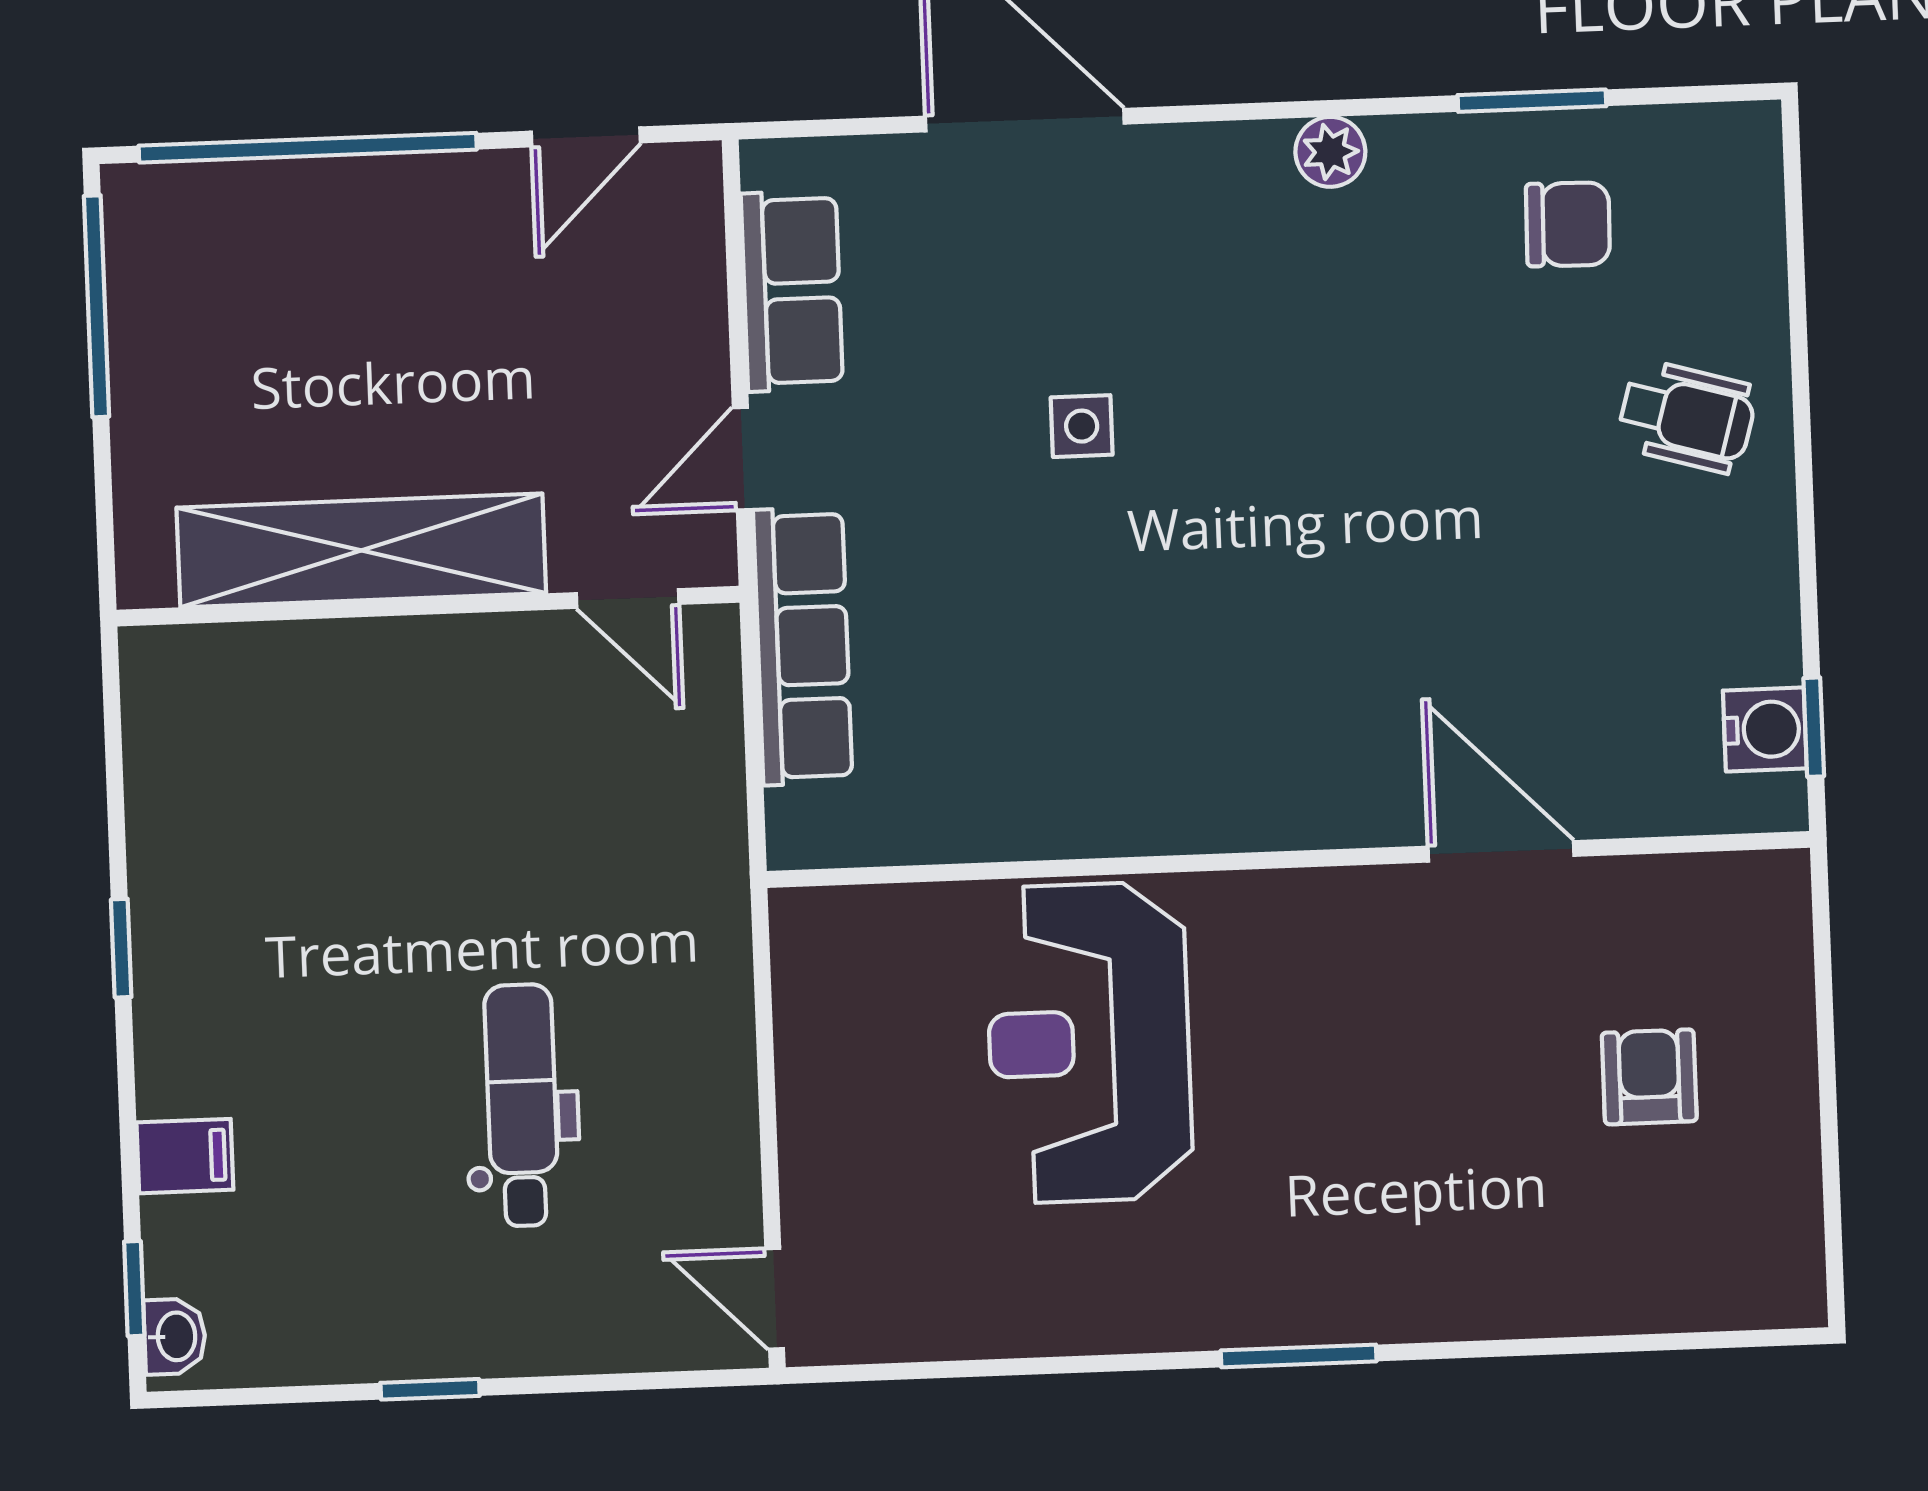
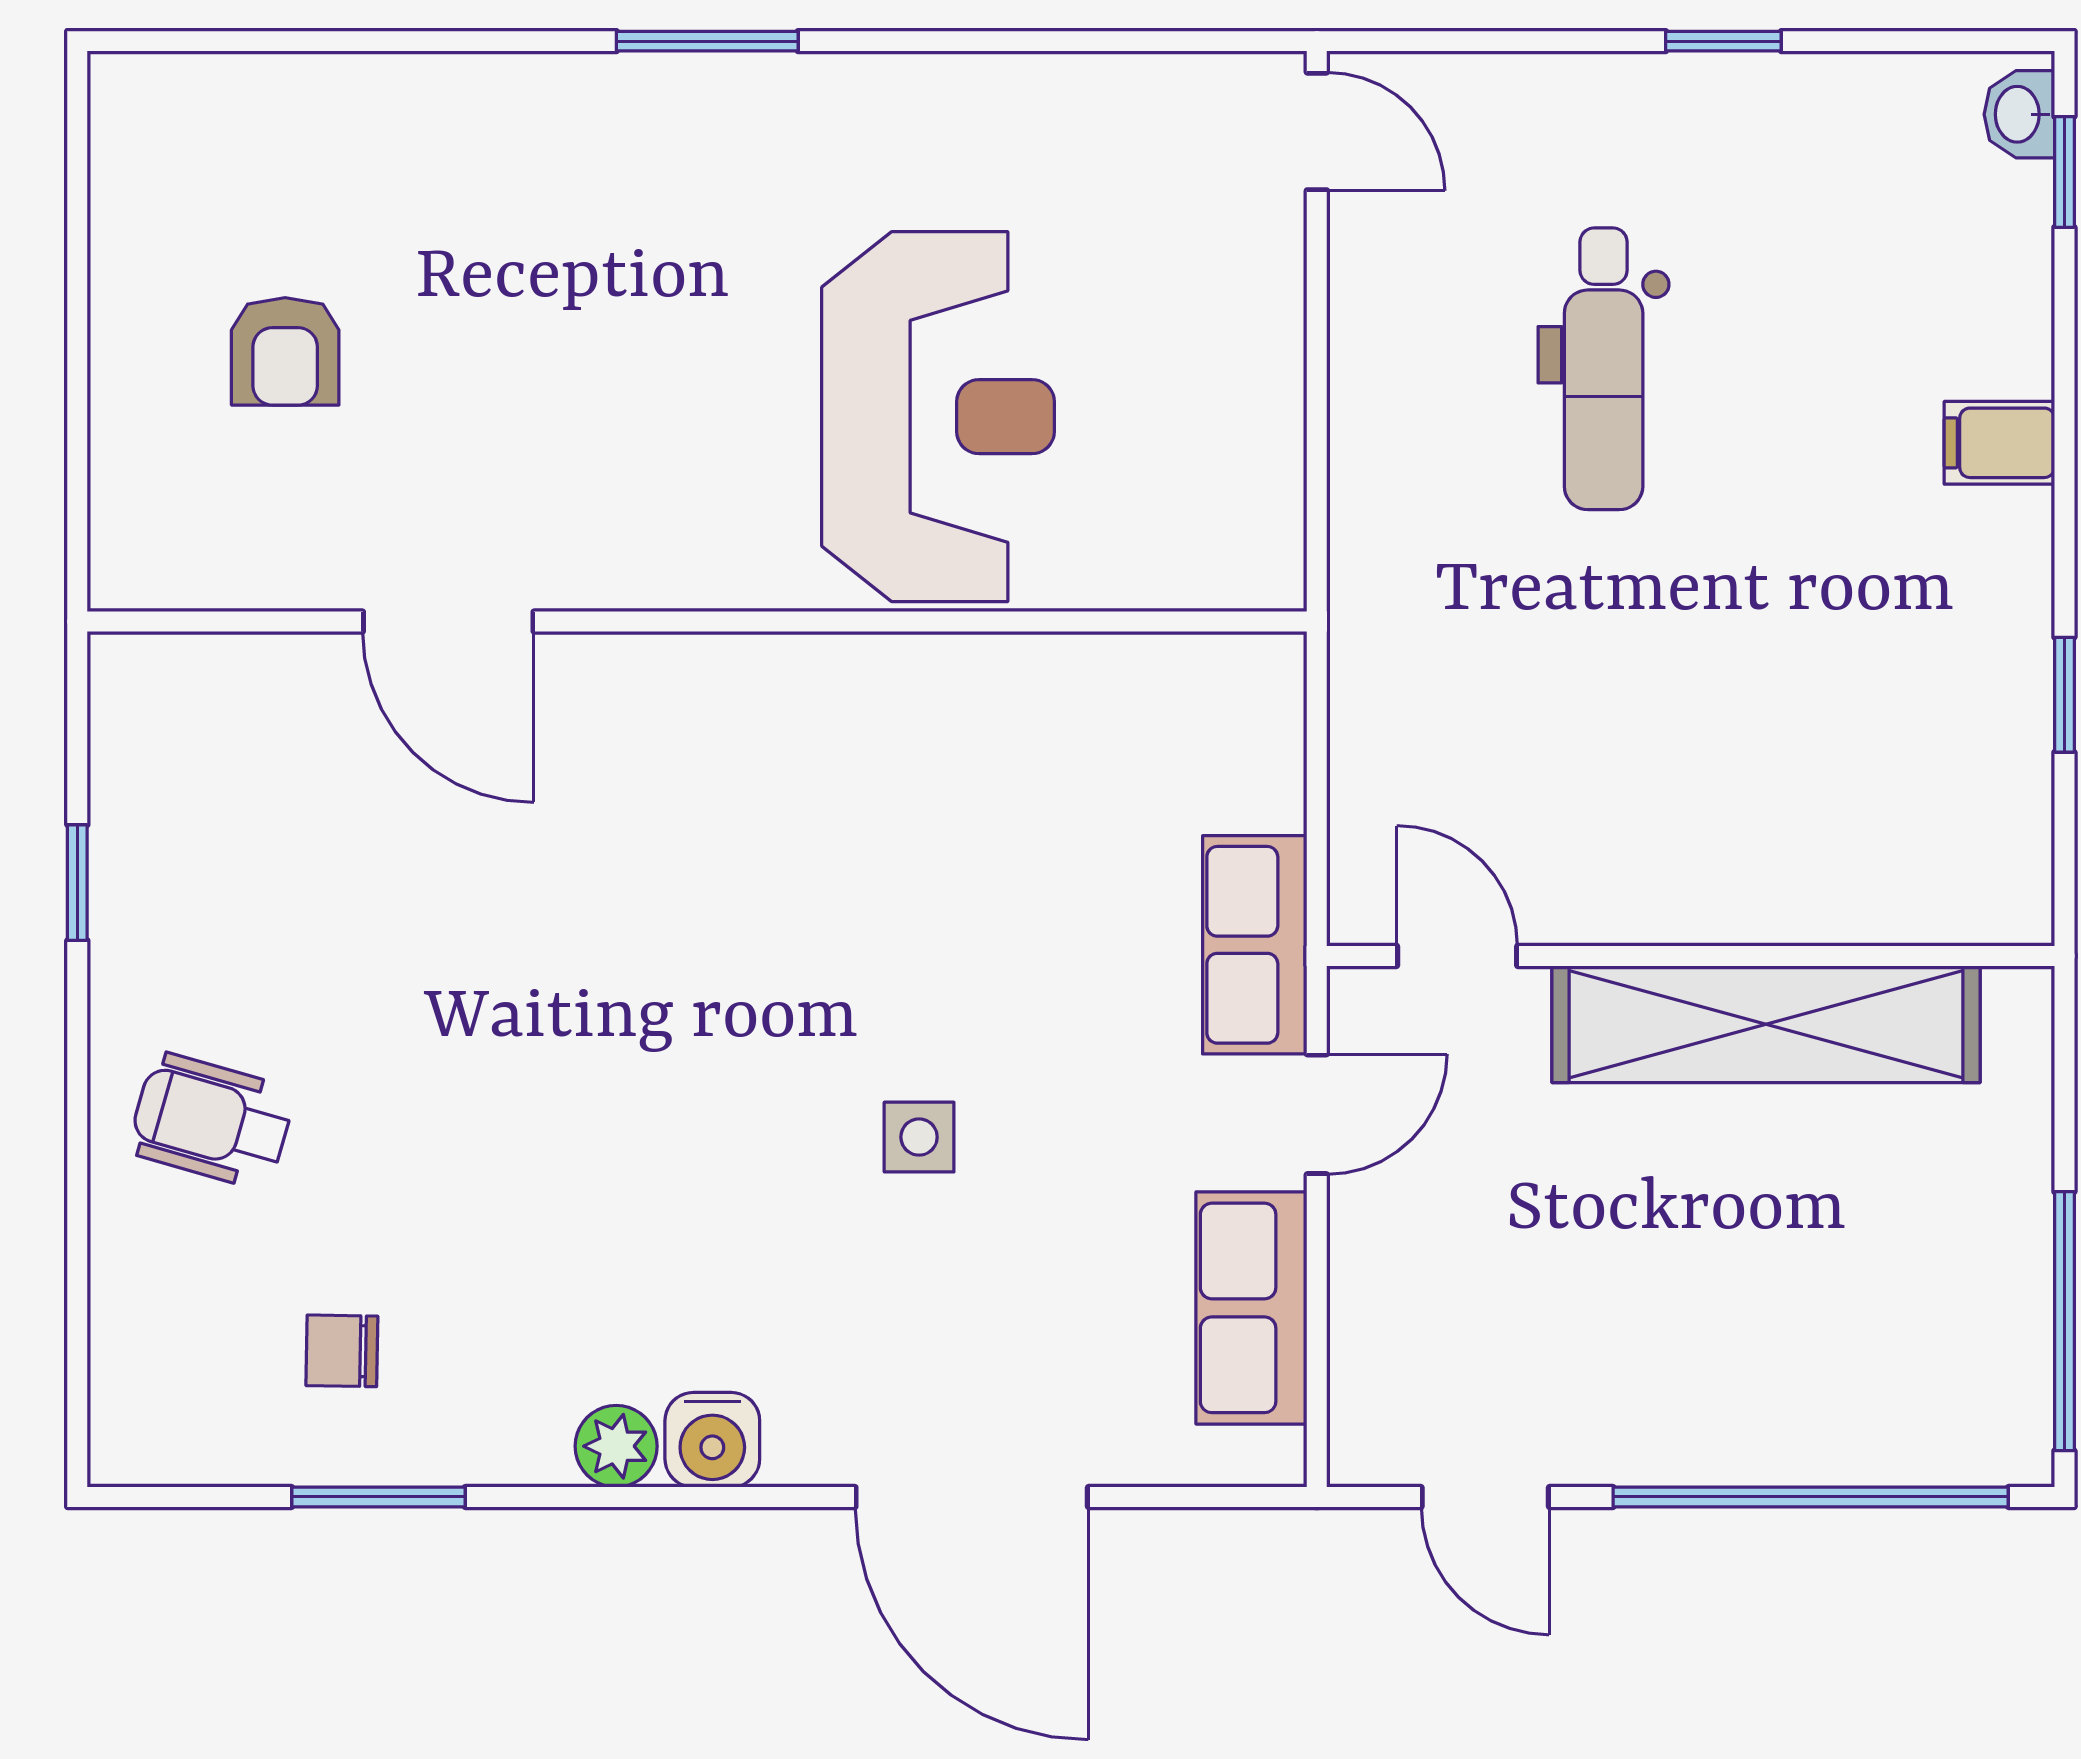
door: (586, 137) -> (1485, 1497), swing flipped
chair: (1568, 224) -> (342, 1351), width x0.73, depth x0.73
row of seats: (803, 646) -> (1255, 945), width x0.68
window: (1814, 727) -> (77, 883), moved
water cooler: (1765, 729) -> (712, 1440), moved, turned -90
window: (121, 948) -> (2064, 695), moved
filing cabinet: (185, 1156) -> (1999, 443), moved

